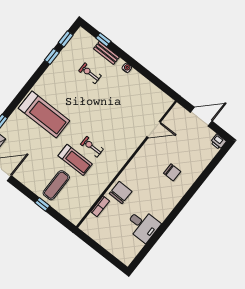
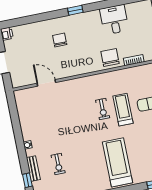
chair: (121, 192) -> (110, 57), turned 89
window: (180, 206) -> (75, 10), added

